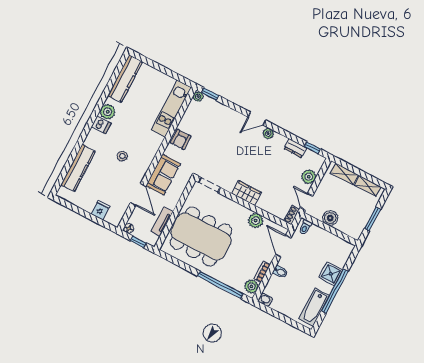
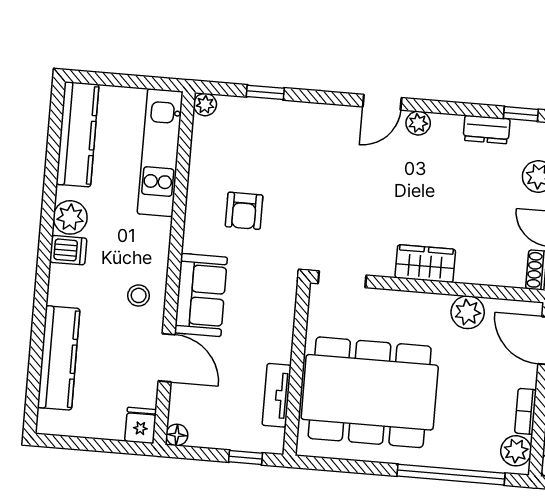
plant: (198, 96) -> (205, 105), moved
kitchen unit: (171, 109) -> (160, 153), moved
wall: (157, 159) -> (174, 268), moved
sofa: (163, 175) -> (201, 295), moved
door: (138, 195) -> (167, 358), moved
floor lamp: (129, 228) -> (177, 435), moved

